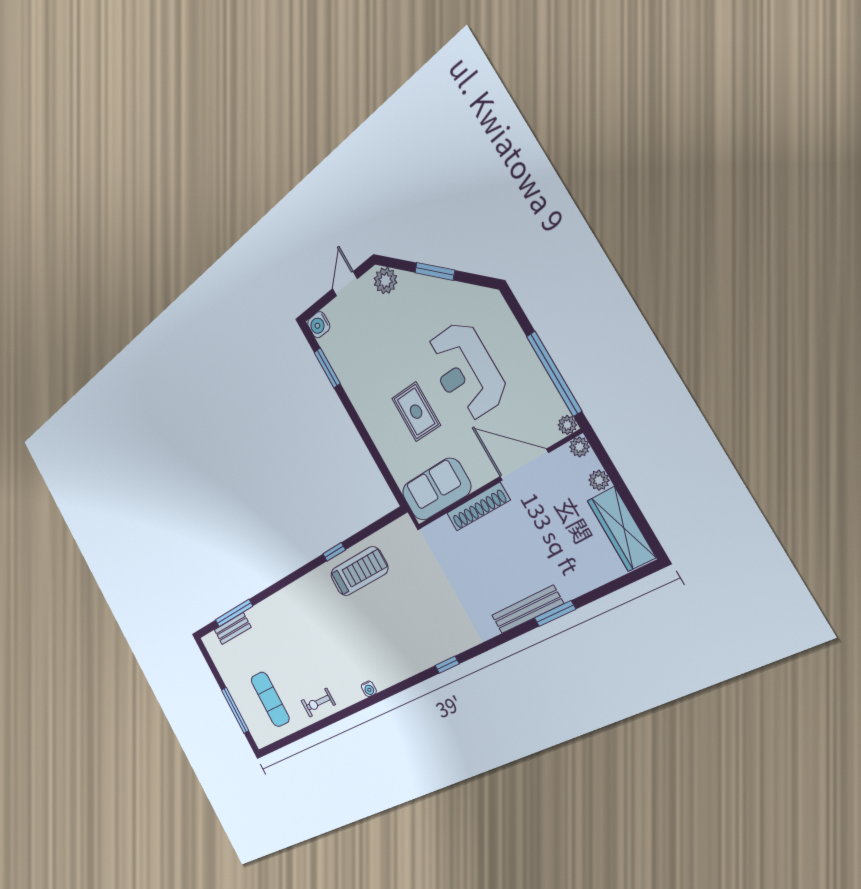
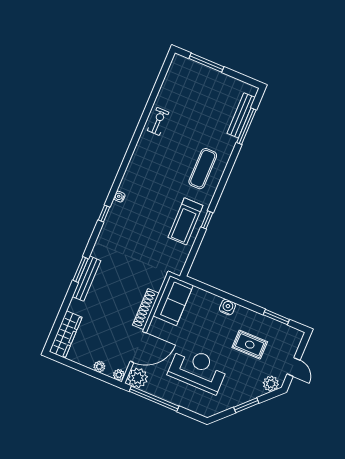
water cooler: (319, 325) -> (227, 307), moved
rug: (416, 412) -> (250, 345), moved
plant: (567, 425) -> (138, 378), width x1.87, depth x1.87
wardrobe: (621, 529) -> (66, 334), moved, turned 90
window: (555, 614) -> (80, 270), moved
bench: (233, 629) -> (241, 115), width x1.36
water cooler: (369, 689) -> (119, 197), moved
exercise mat: (270, 699) -> (203, 169), moved, turned 90

